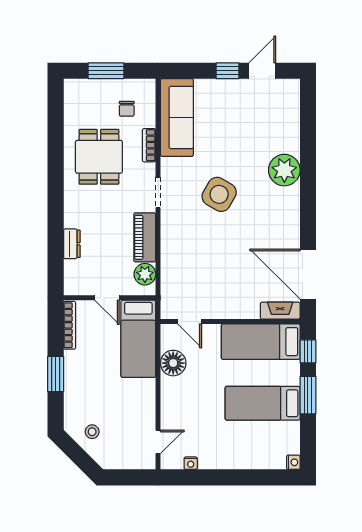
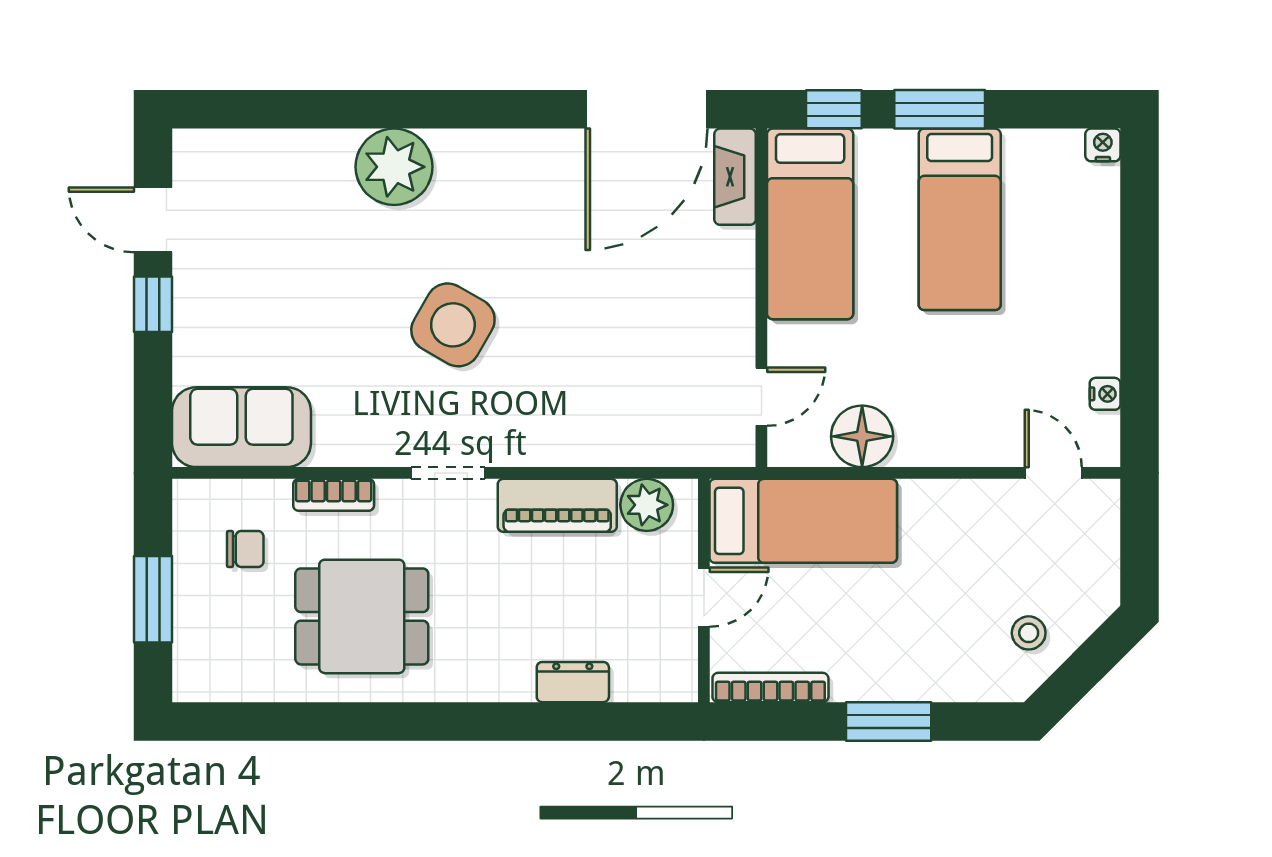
sofa: (177, 117) -> (241, 427), width x0.73

